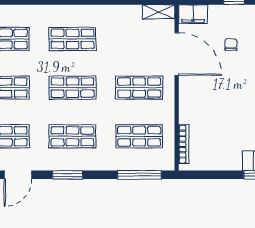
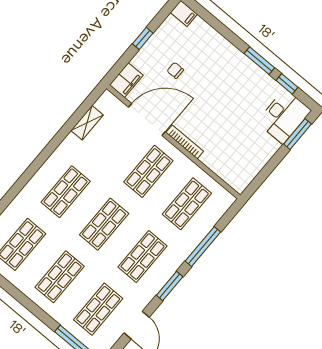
shelving: (159, 12) -> (87, 123), moved
bookcase: (184, 144) -> (185, 142), moved
window: (139, 175) -> (203, 247), moved

